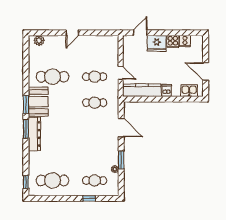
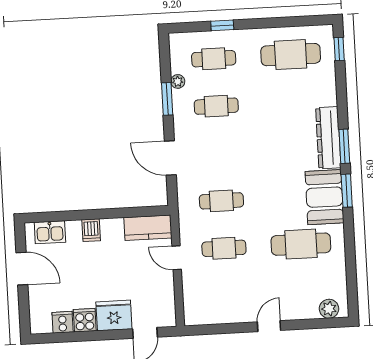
kitchen counter: (142, 90) -> (148, 228), width x0.67
cafe table: (95, 155) -> (216, 106), added

